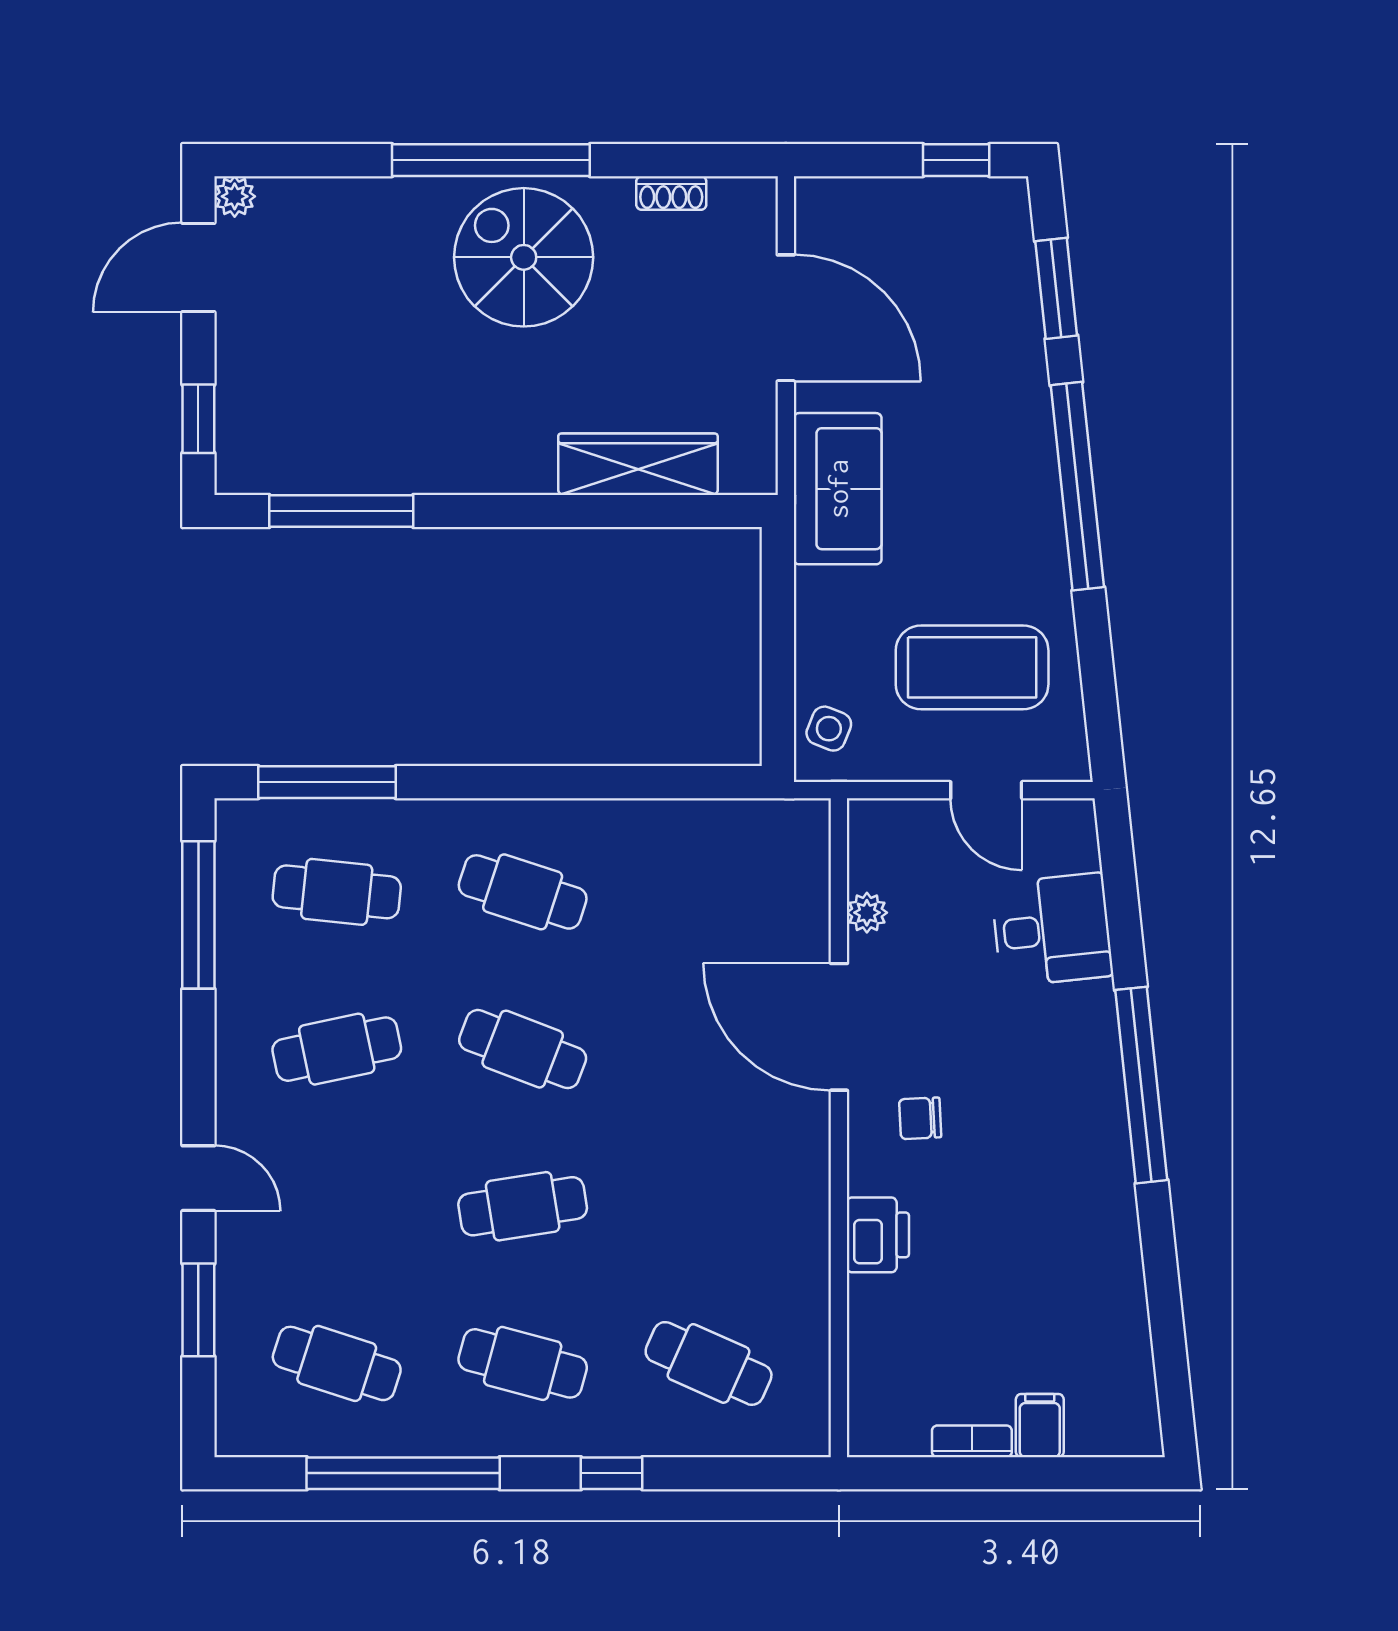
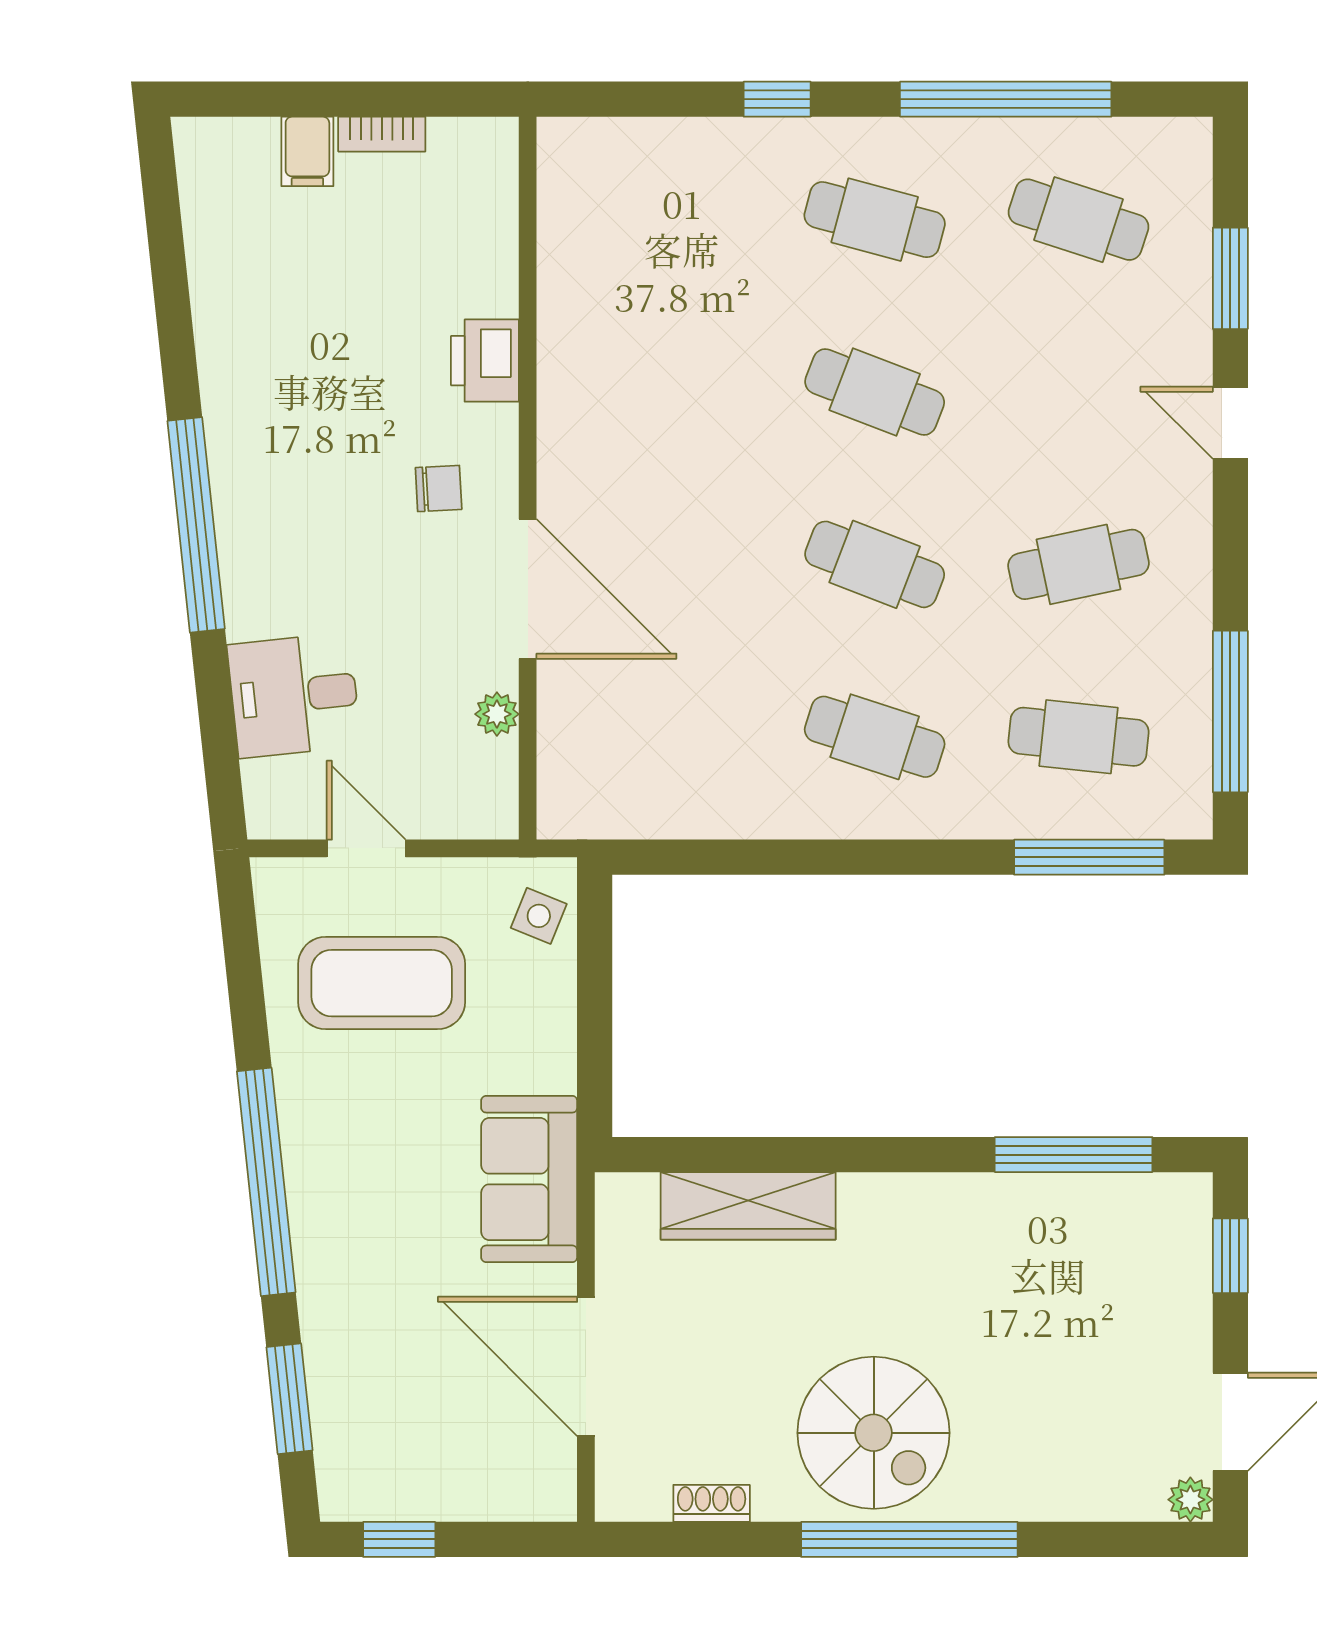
cafe table: (523, 1206) -> (875, 392), turned 30
cafe table: (709, 1363) -> (671, 220), removed

